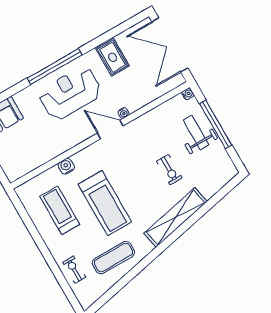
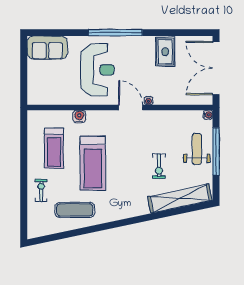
reception desk: (70, 93) -> (97, 70), moved, turned 90
treadmill: (60, 210) -> (54, 148), turned 180
shelving: (176, 217) -> (180, 198), moved
exercise bike: (74, 270) -> (41, 190), moved

